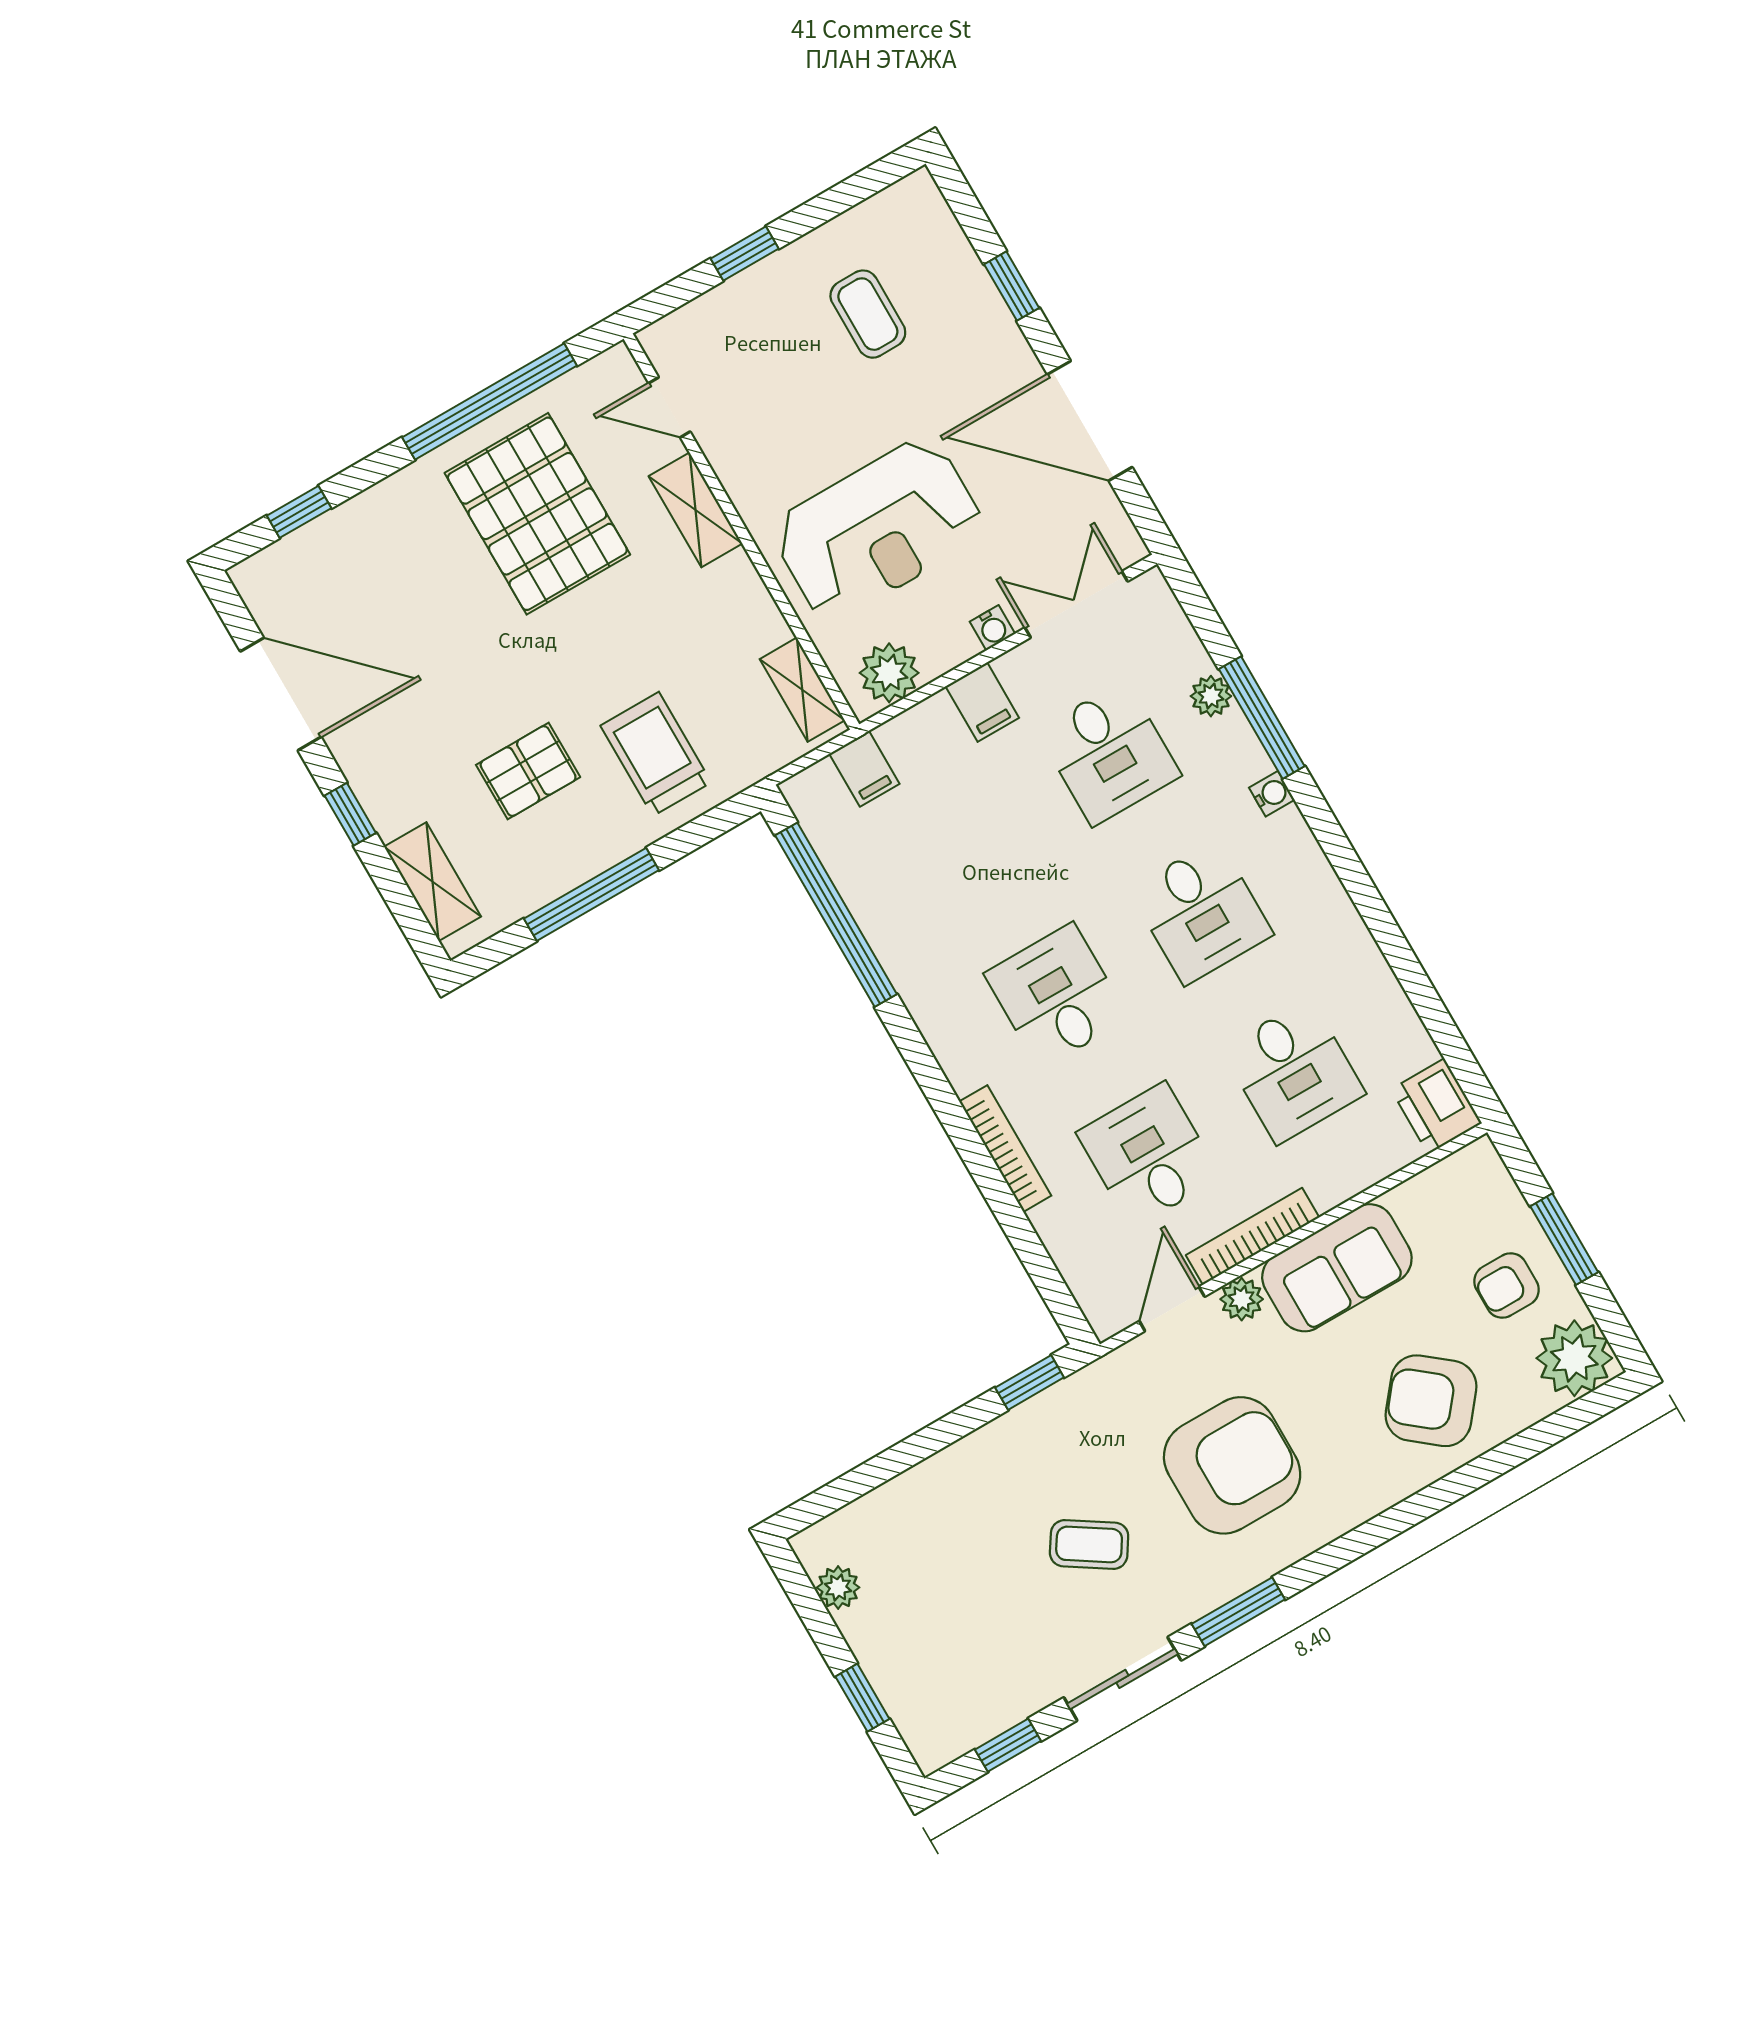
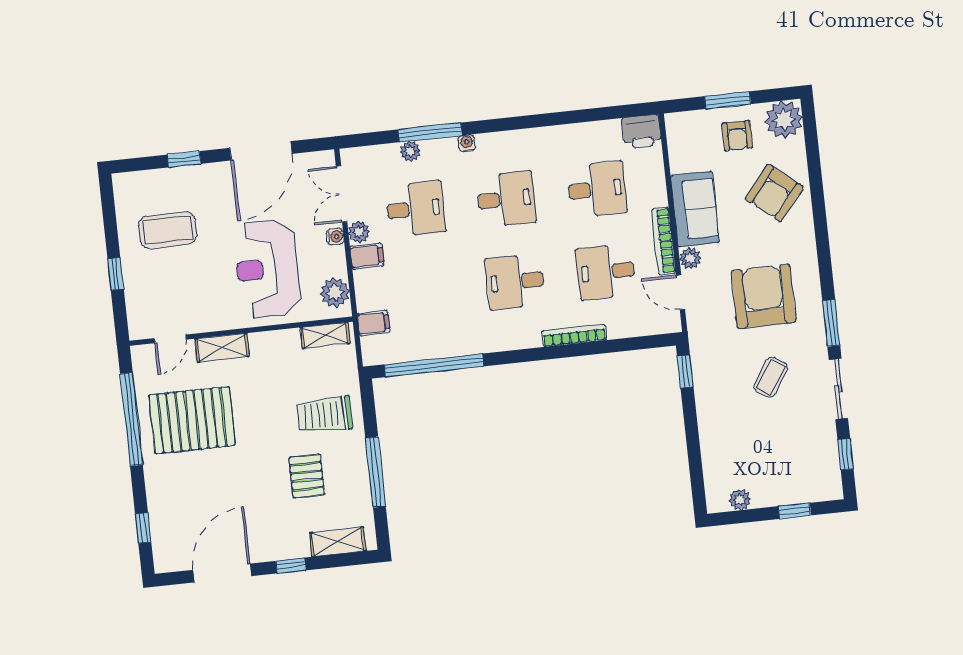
coffee table: (868, 314) -> (168, 230), width x1.36, depth x1.30
reception desk: (878, 529) -> (267, 269), turned 180
plant: (1020, 668) -> (359, 232), added

